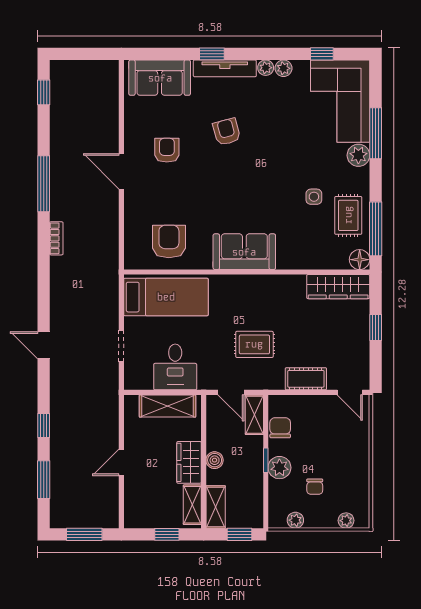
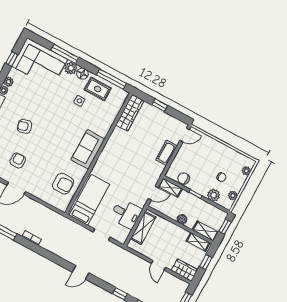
armchair: (167, 150) -> (18, 160), turned 90
armchair: (169, 242) -> (63, 184), turned 180
floor lamp: (360, 260) -> (82, 74), moved
rug: (254, 344) -> (136, 169), removed
wardrobe: (189, 462) -> (184, 270), moved, turned 180
plant: (279, 468) -> (214, 195), moved

